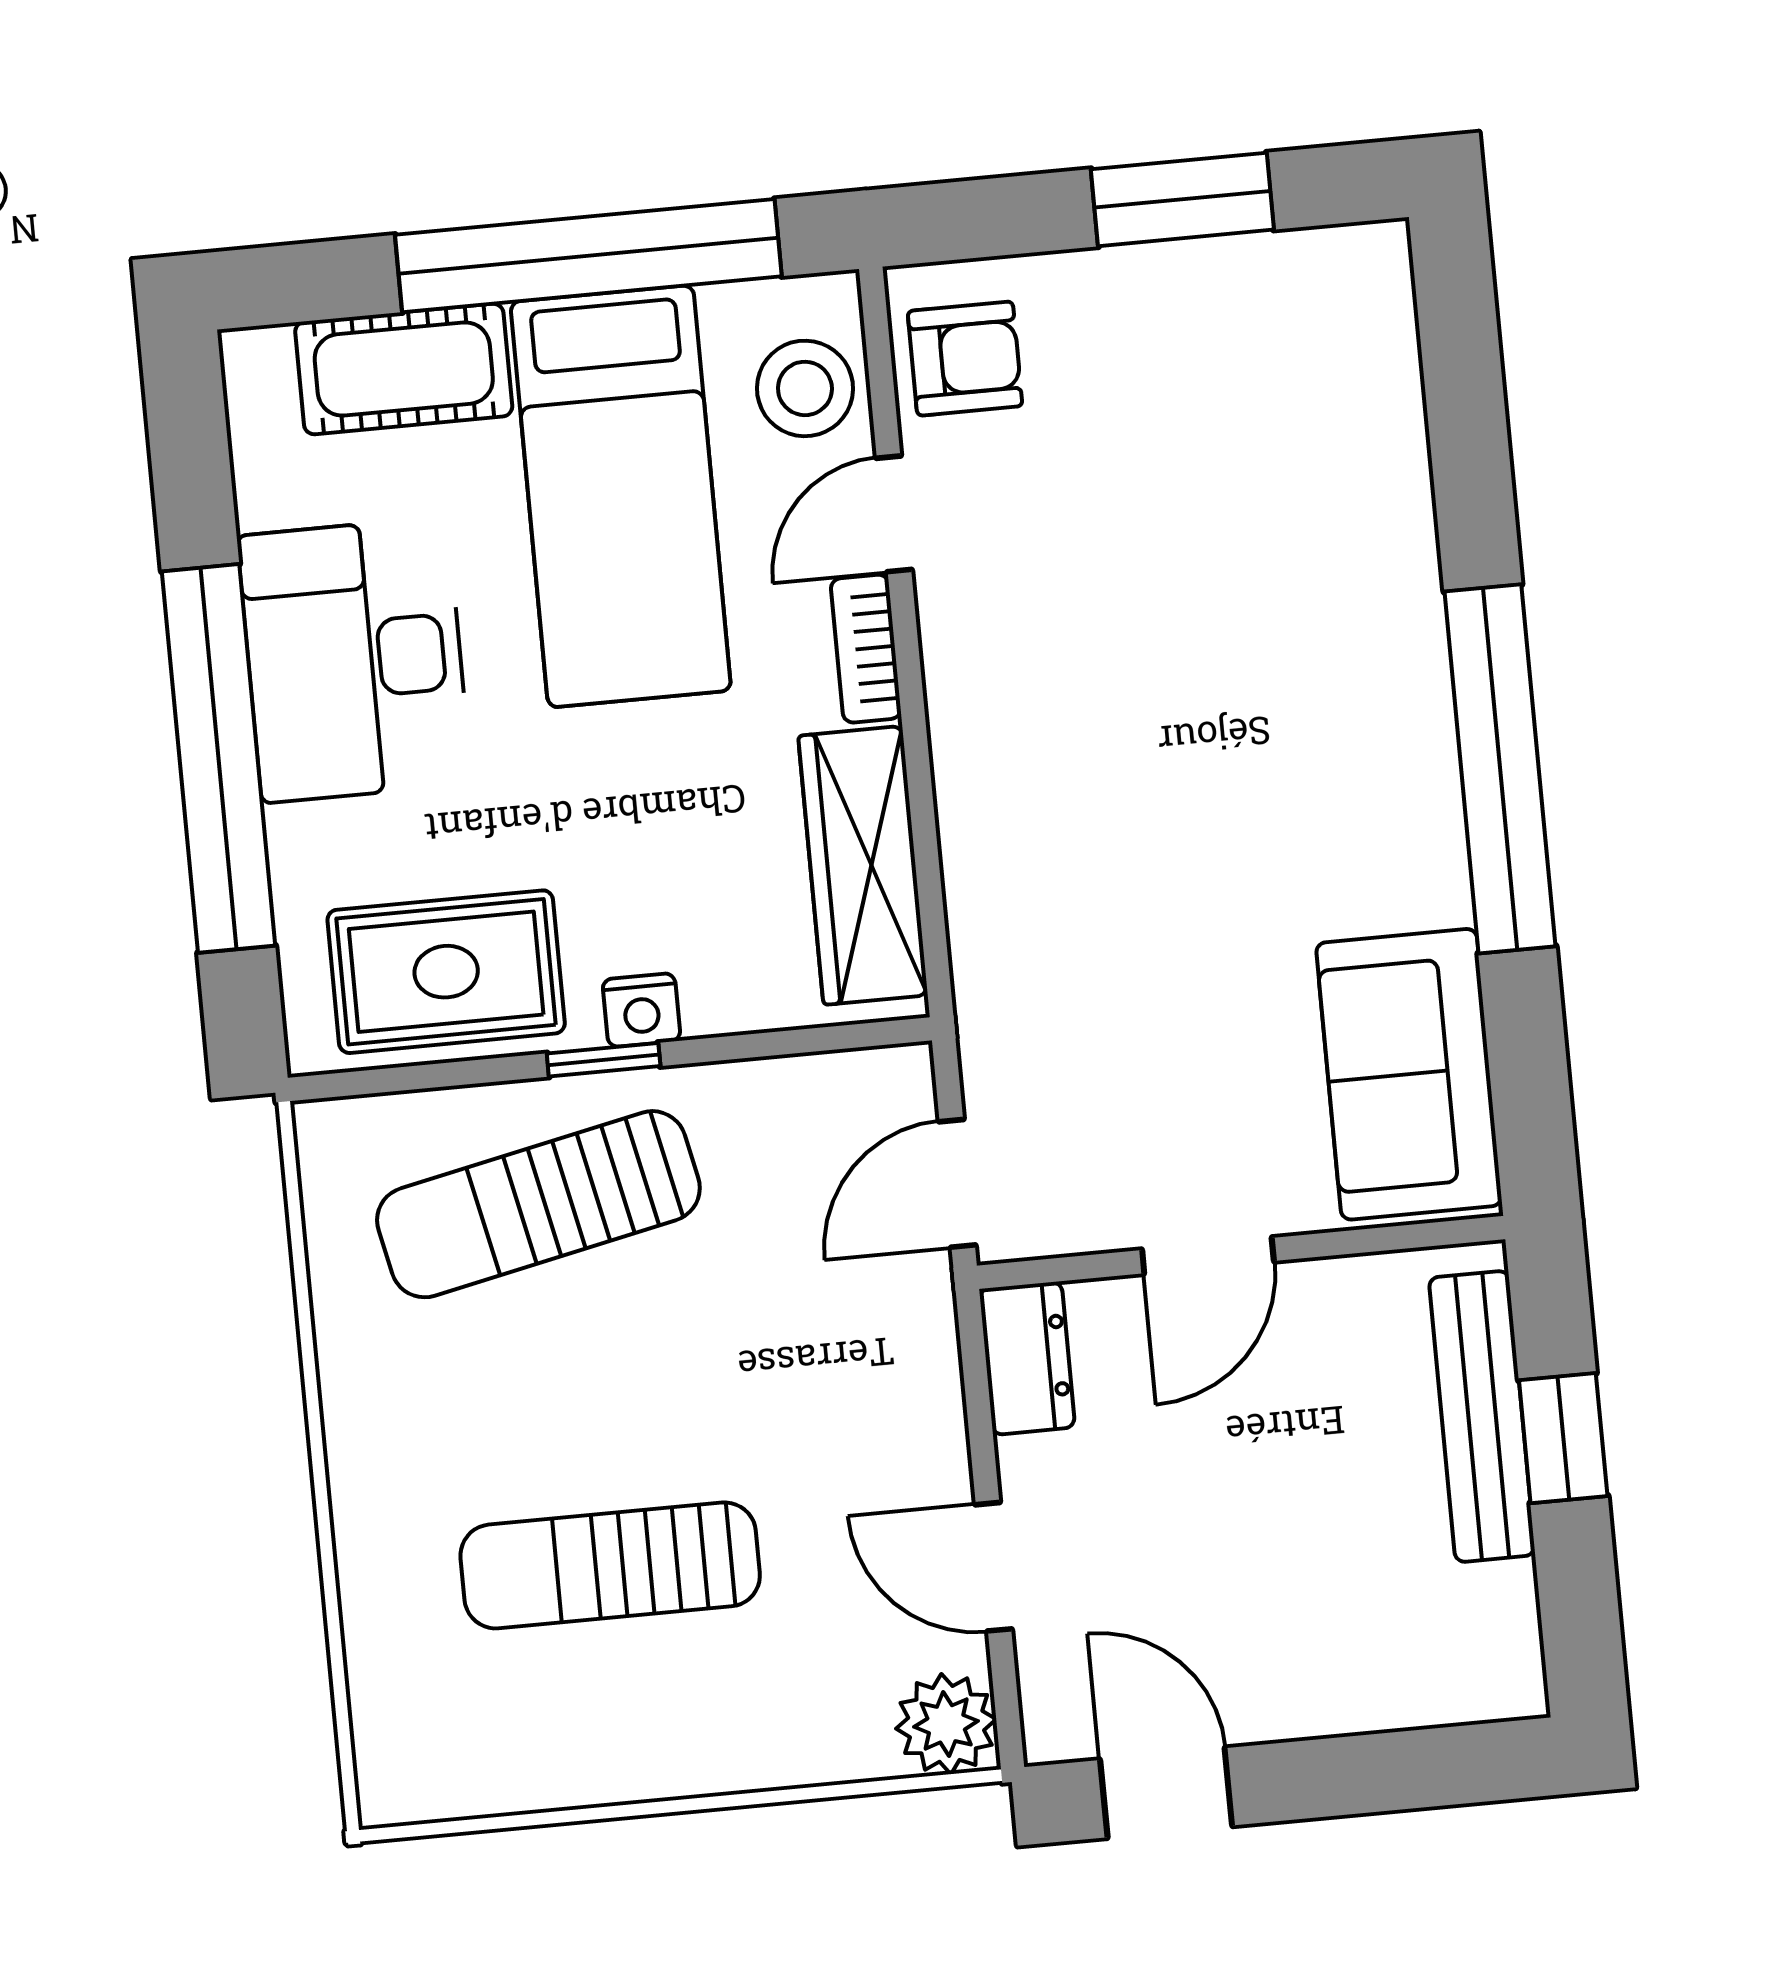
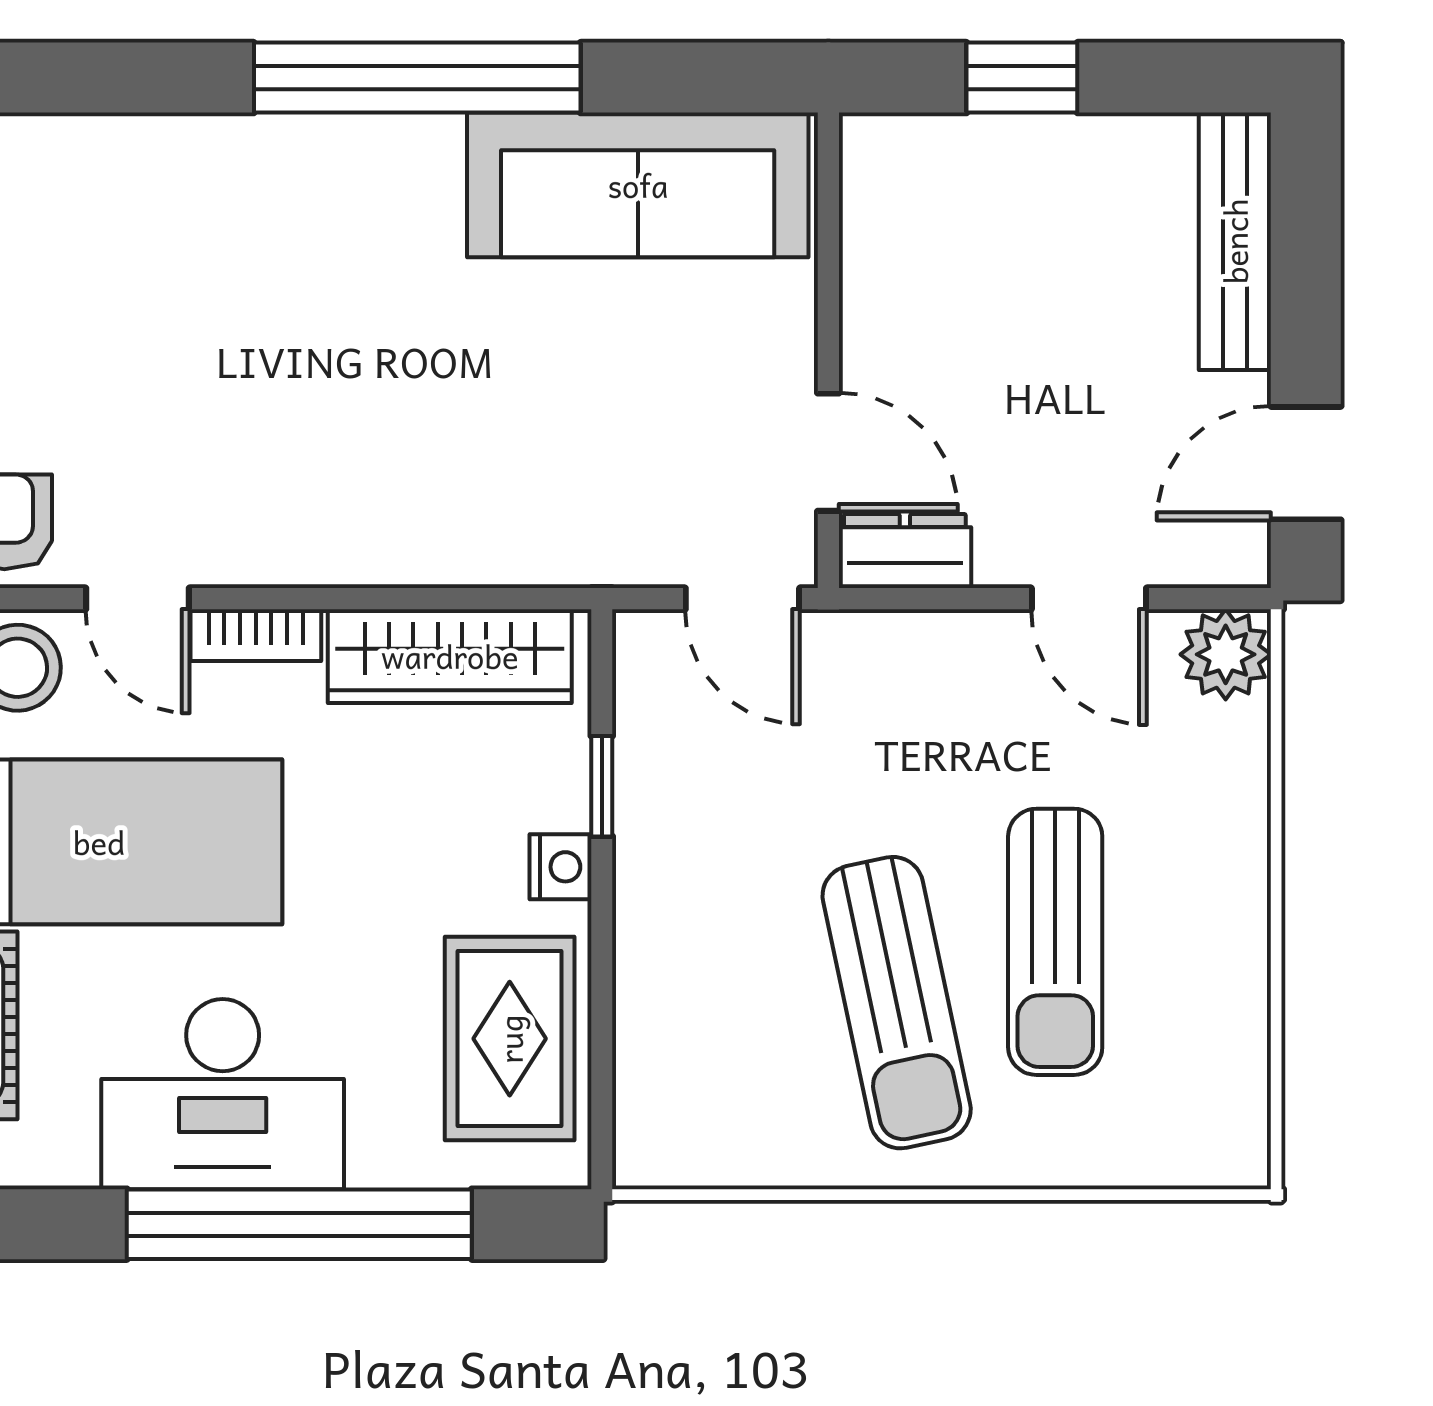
window: (604, 1060) -> (602, 786), moved
sofa: (1409, 1074) -> (638, 185), width x1.36
sun lounger: (538, 1204) -> (897, 1003), moved
door: (1208, 1256) -> (828, 452), moved
bench: (1482, 1416) -> (1235, 241), moved, turned 90
door: (994, 1567) -> (1089, 599), hinge flipped

